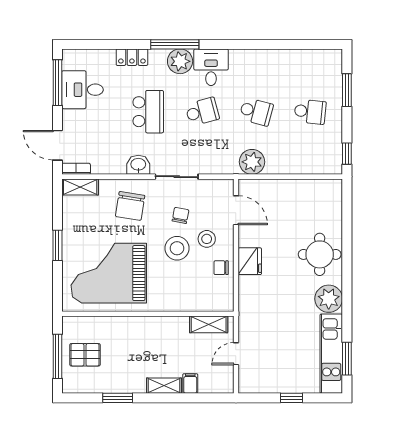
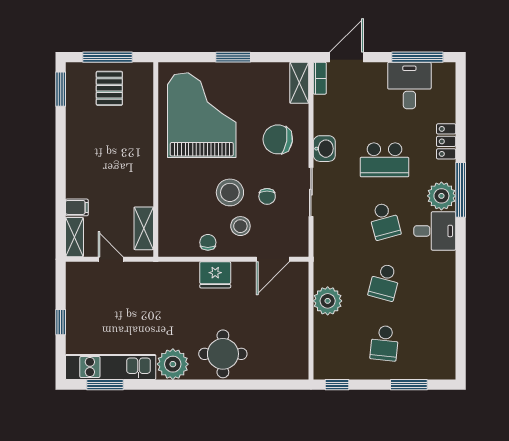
plant: (252, 162) -> (328, 301), moved
chair: (180, 215) -> (267, 196), turned 79
shelving: (164, 386) -> (74, 237), moved
window: (118, 398) -> (61, 89), moved

